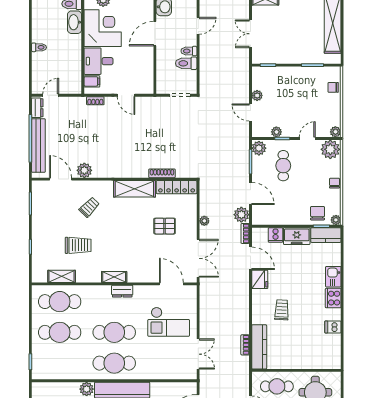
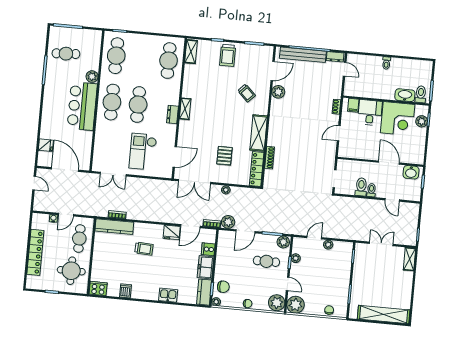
plant: (335, 132) -> (296, 305), width x1.87, depth x1.87
trolley: (78, 245) -> (228, 55), moved
shelving: (62, 276) -> (191, 52), moved
cooker: (333, 298) -> (98, 289), moved
cafe table: (60, 332) -> (116, 56), moved

